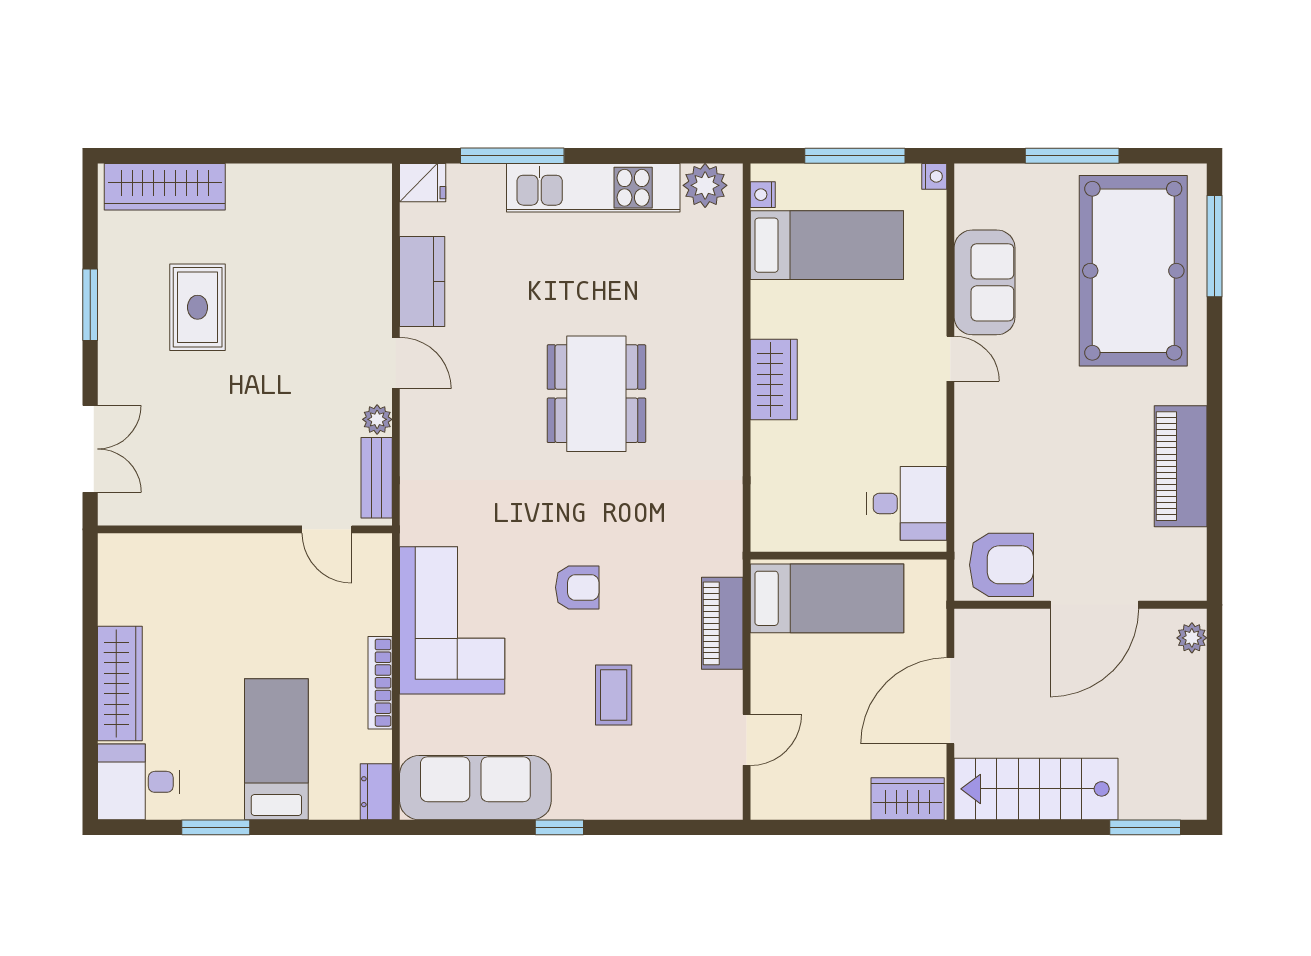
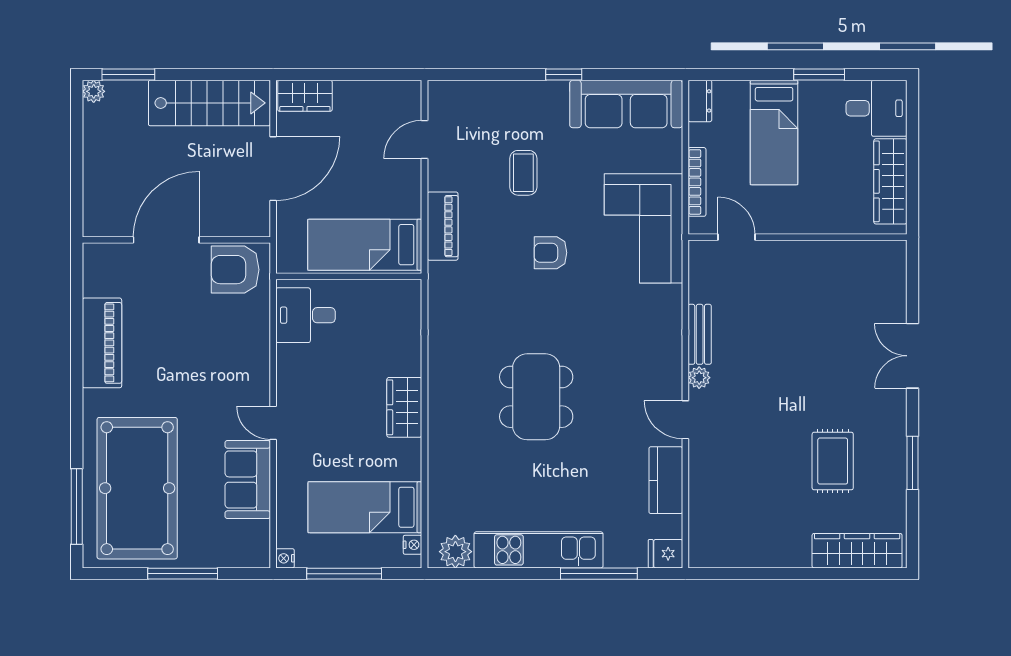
wall: (245, 529) -> (798, 237), moved
door: (327, 529) -> (737, 237), moved
plant: (1192, 638) -> (94, 91), moved

